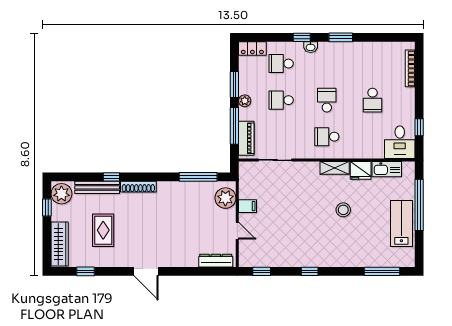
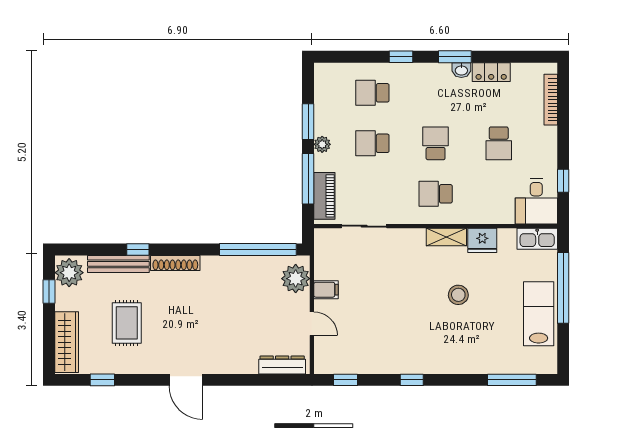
washbasin: (311, 47) -> (461, 70), moved
locker: (252, 49) -> (491, 72), moved
kitchen sink: (387, 169) -> (537, 239), moved
window: (198, 177) -> (258, 249), width x1.46

